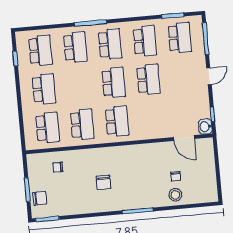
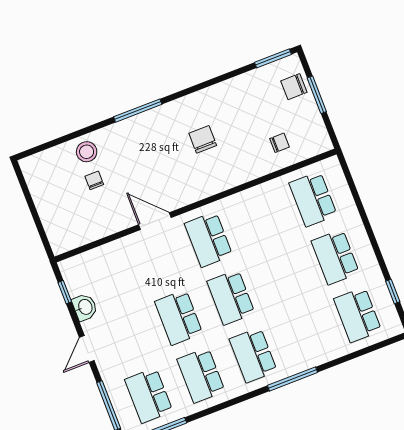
school desk: (75, 47) -> (305, 335), removed
school desk: (82, 124) -> (261, 219), removed
washbasin: (205, 127) -> (85, 307), moved
door: (184, 138) -> (155, 221), moved

